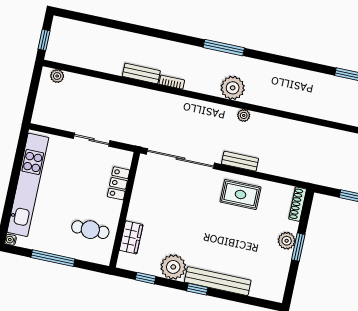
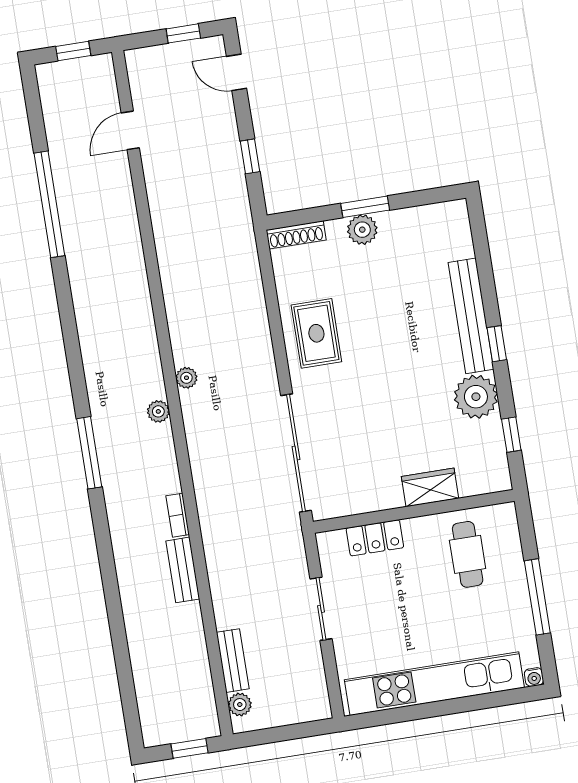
plant: (233, 88) -> (158, 411), width x0.53, depth x0.53
bench: (240, 161) -> (233, 661), moved
wardrobe: (131, 237) -> (430, 487), moved

